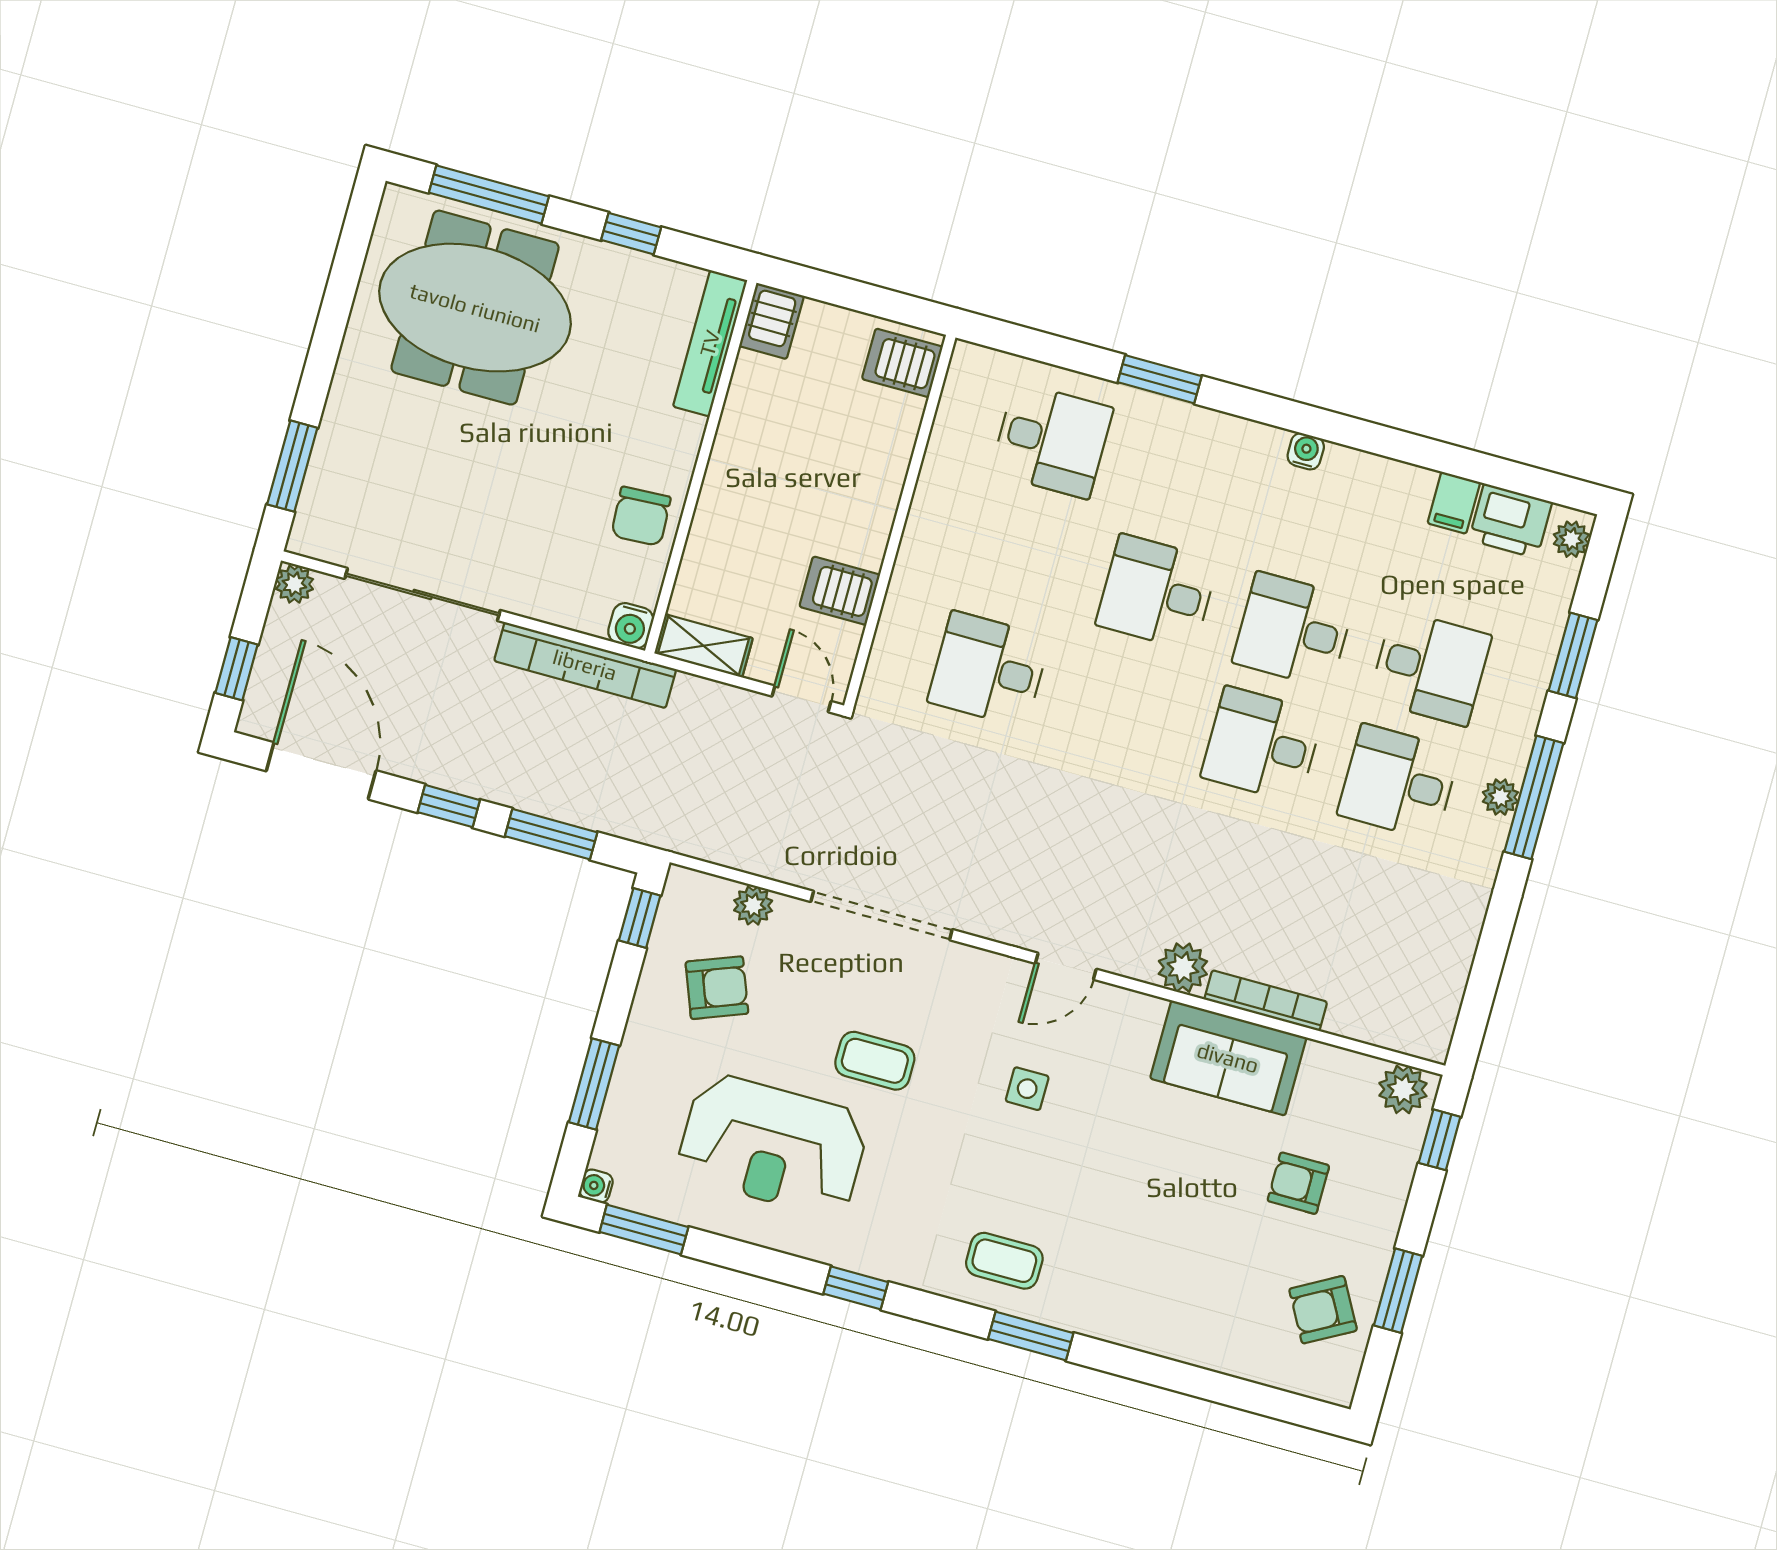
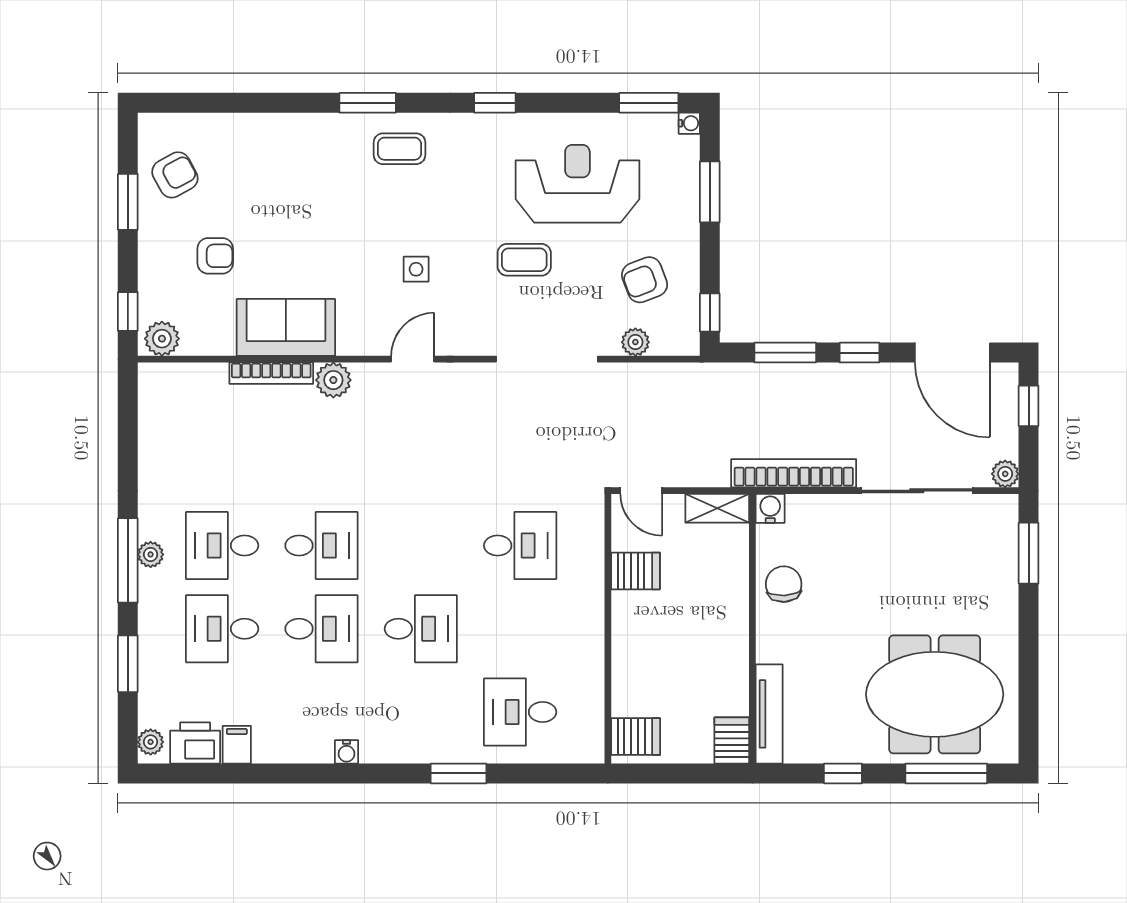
desk: (1399, 782) -> (222, 545), turned 180

